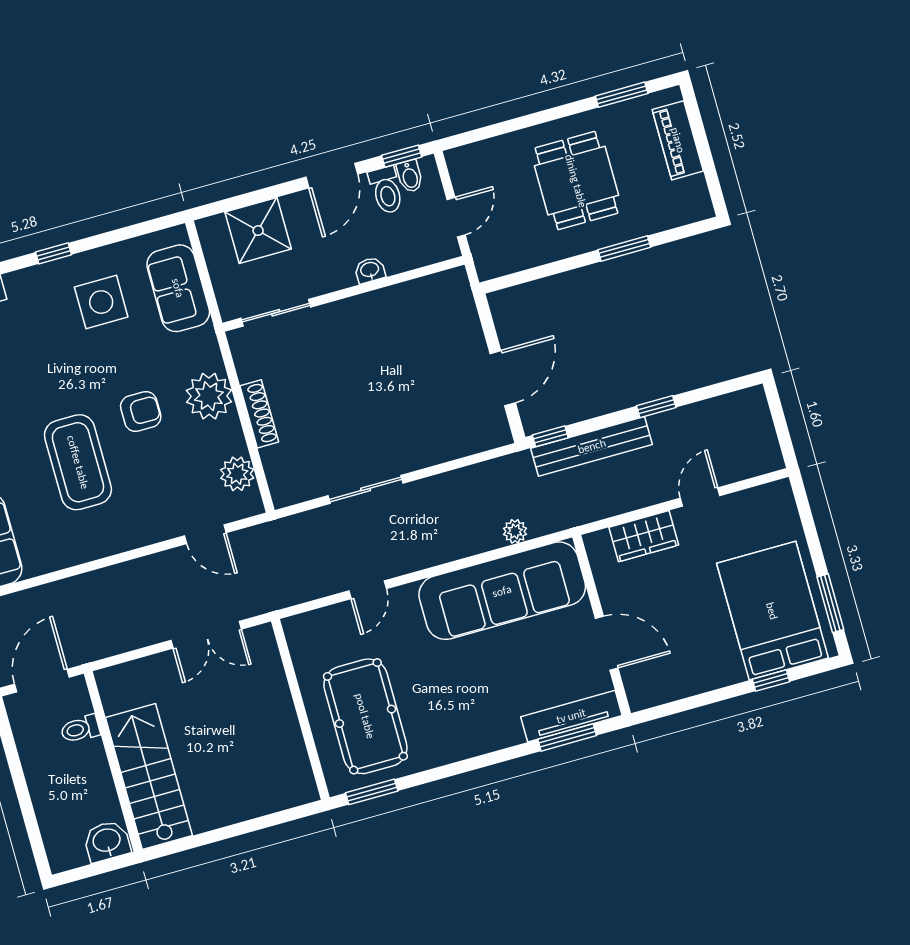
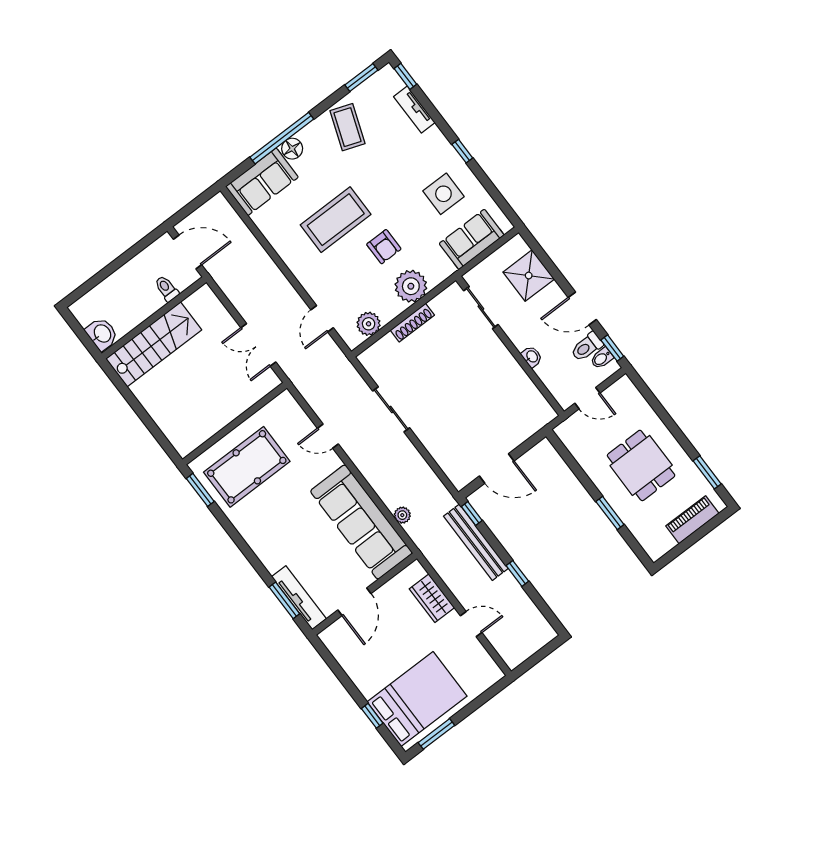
dining table: (576, 181) -> (641, 465), turned 90

